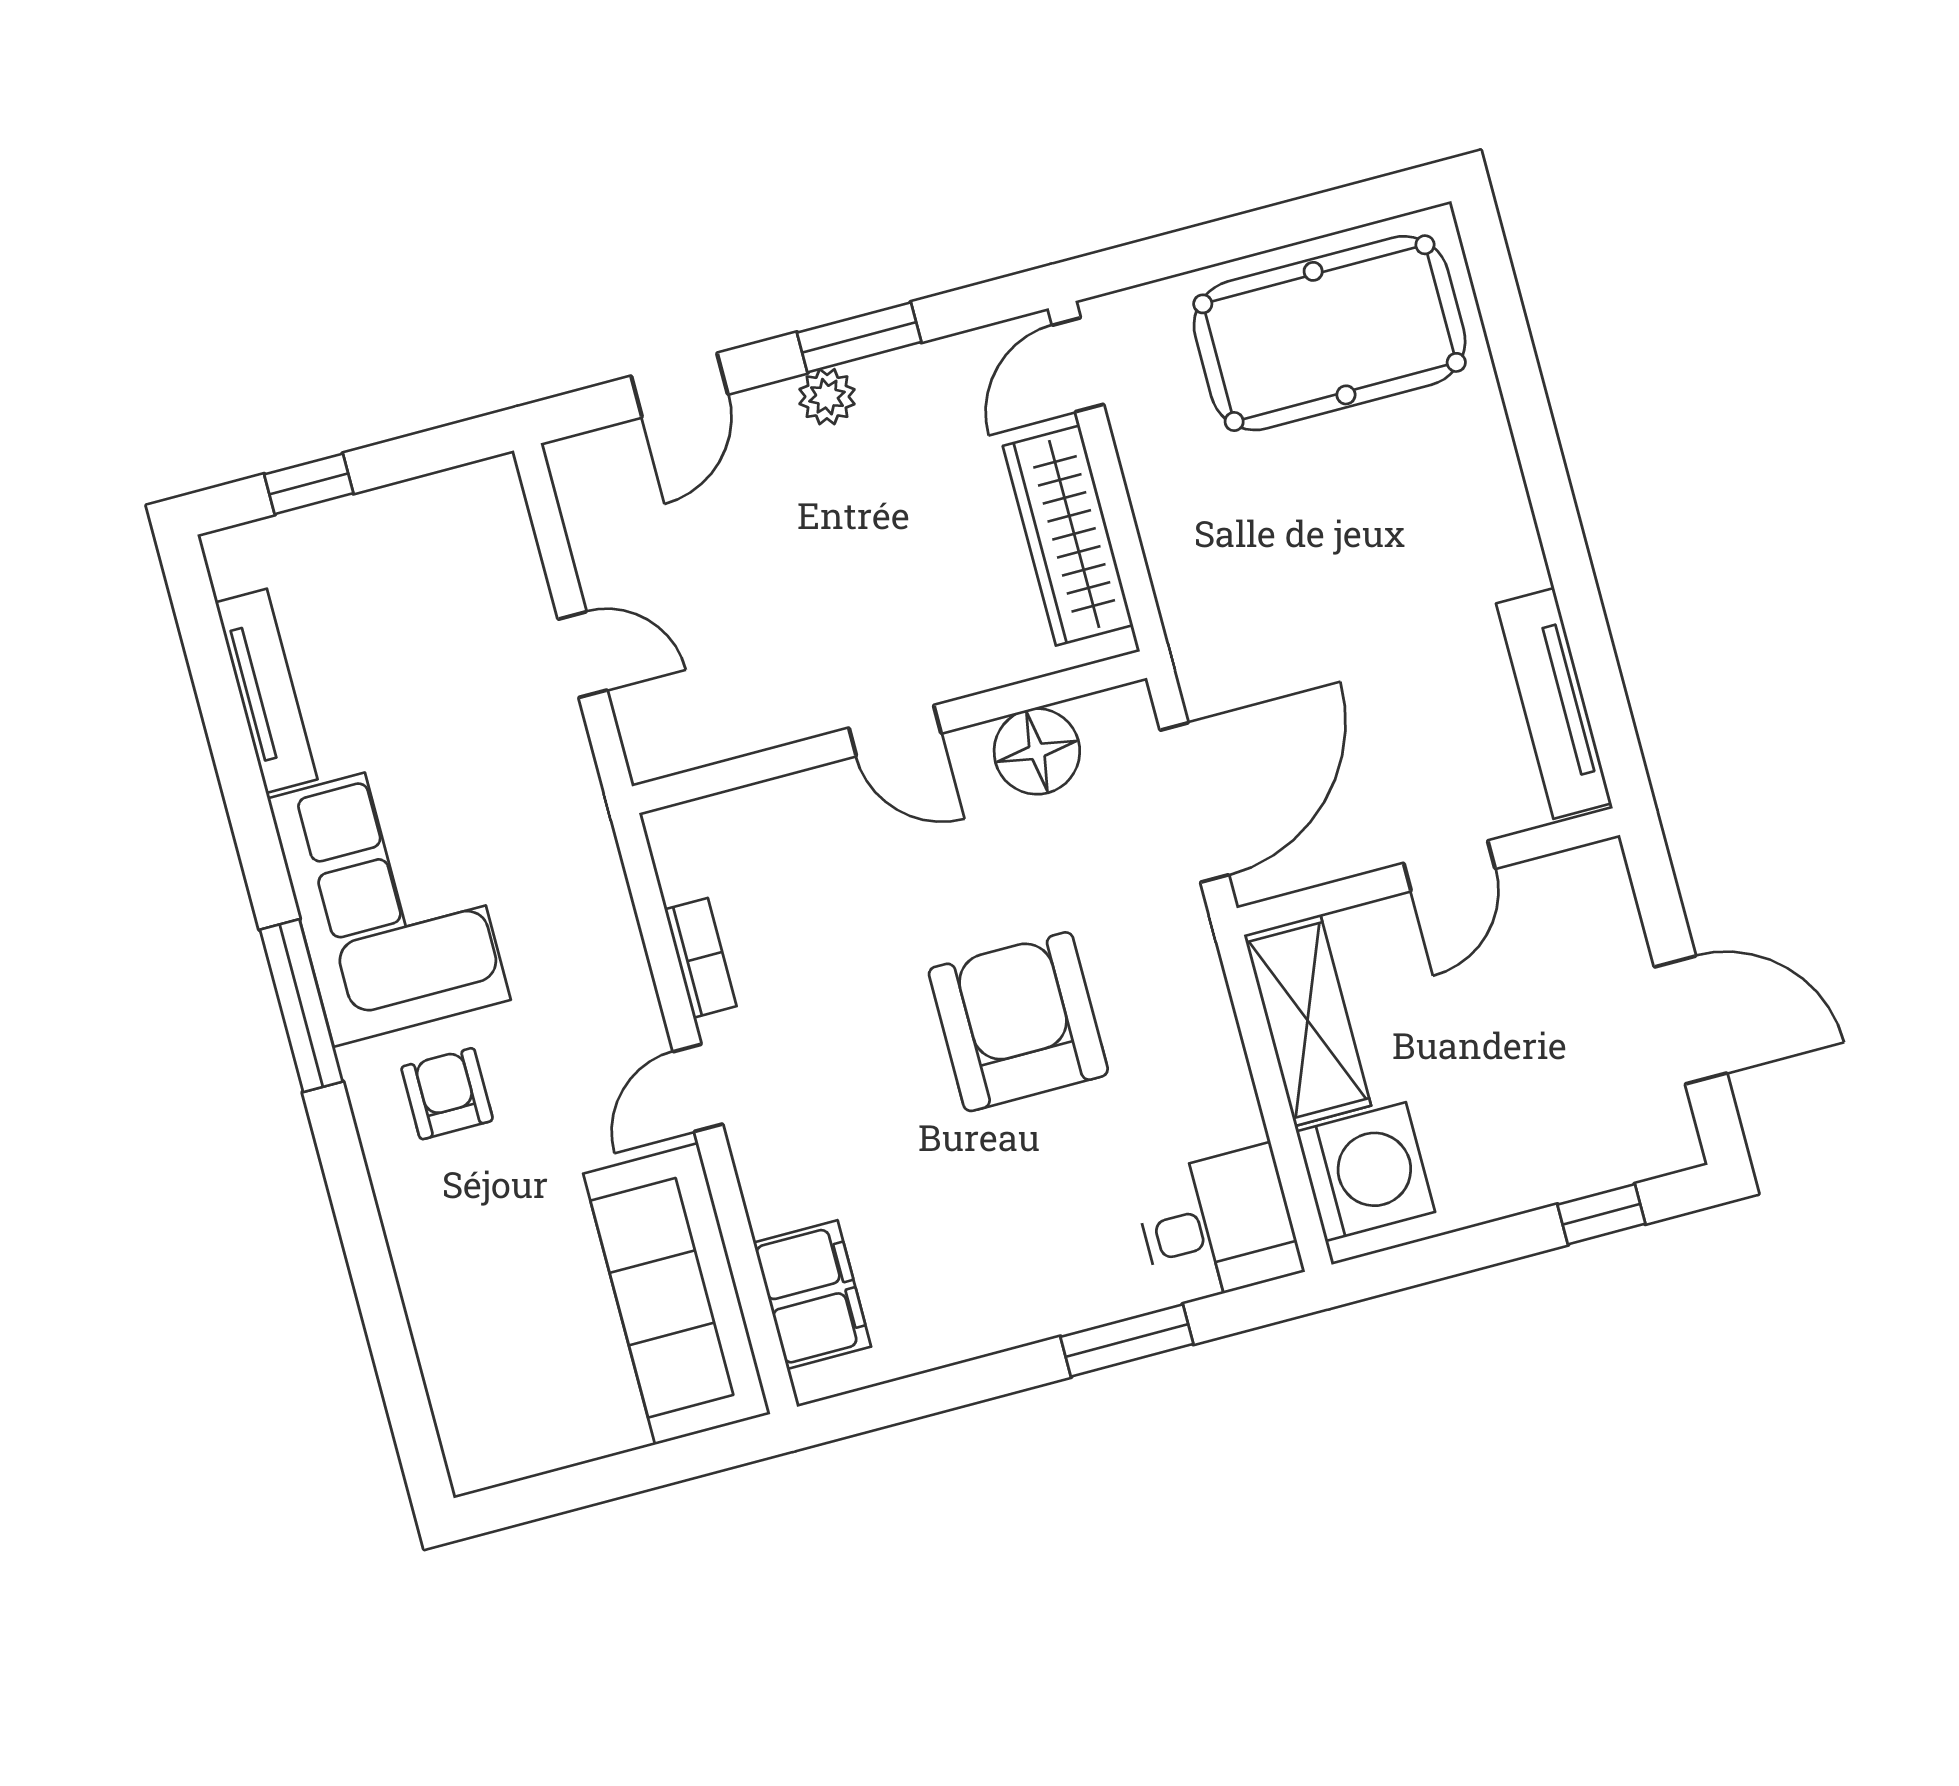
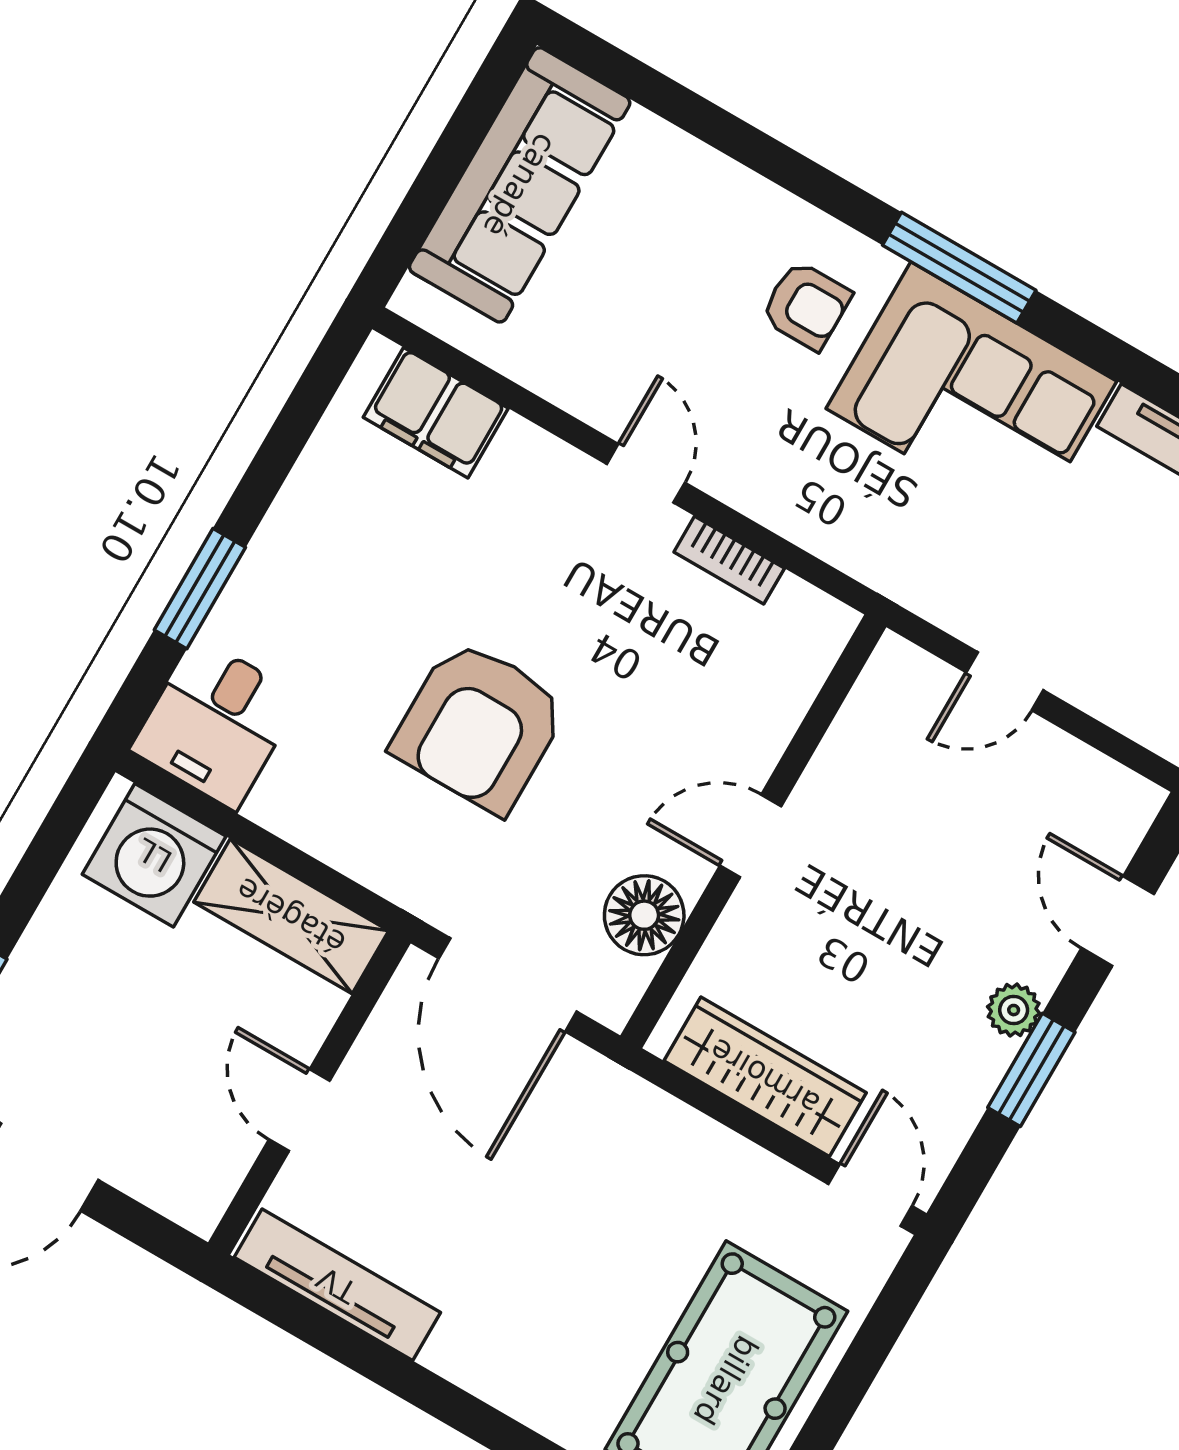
armchair: (1018, 1022) -> (479, 726), turned 90
sofa: (677, 1294) -> (520, 185), moved, turned 90

